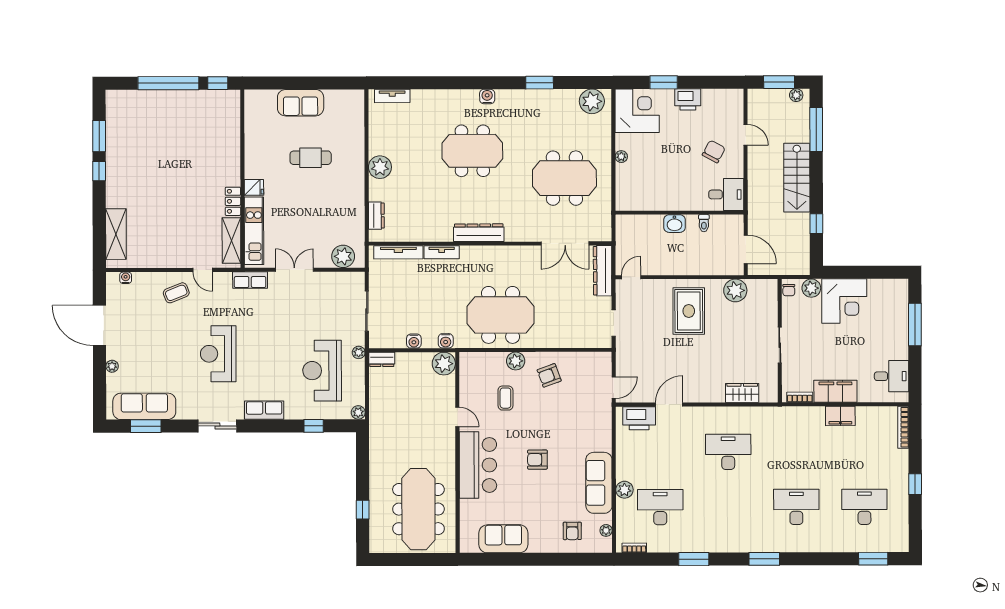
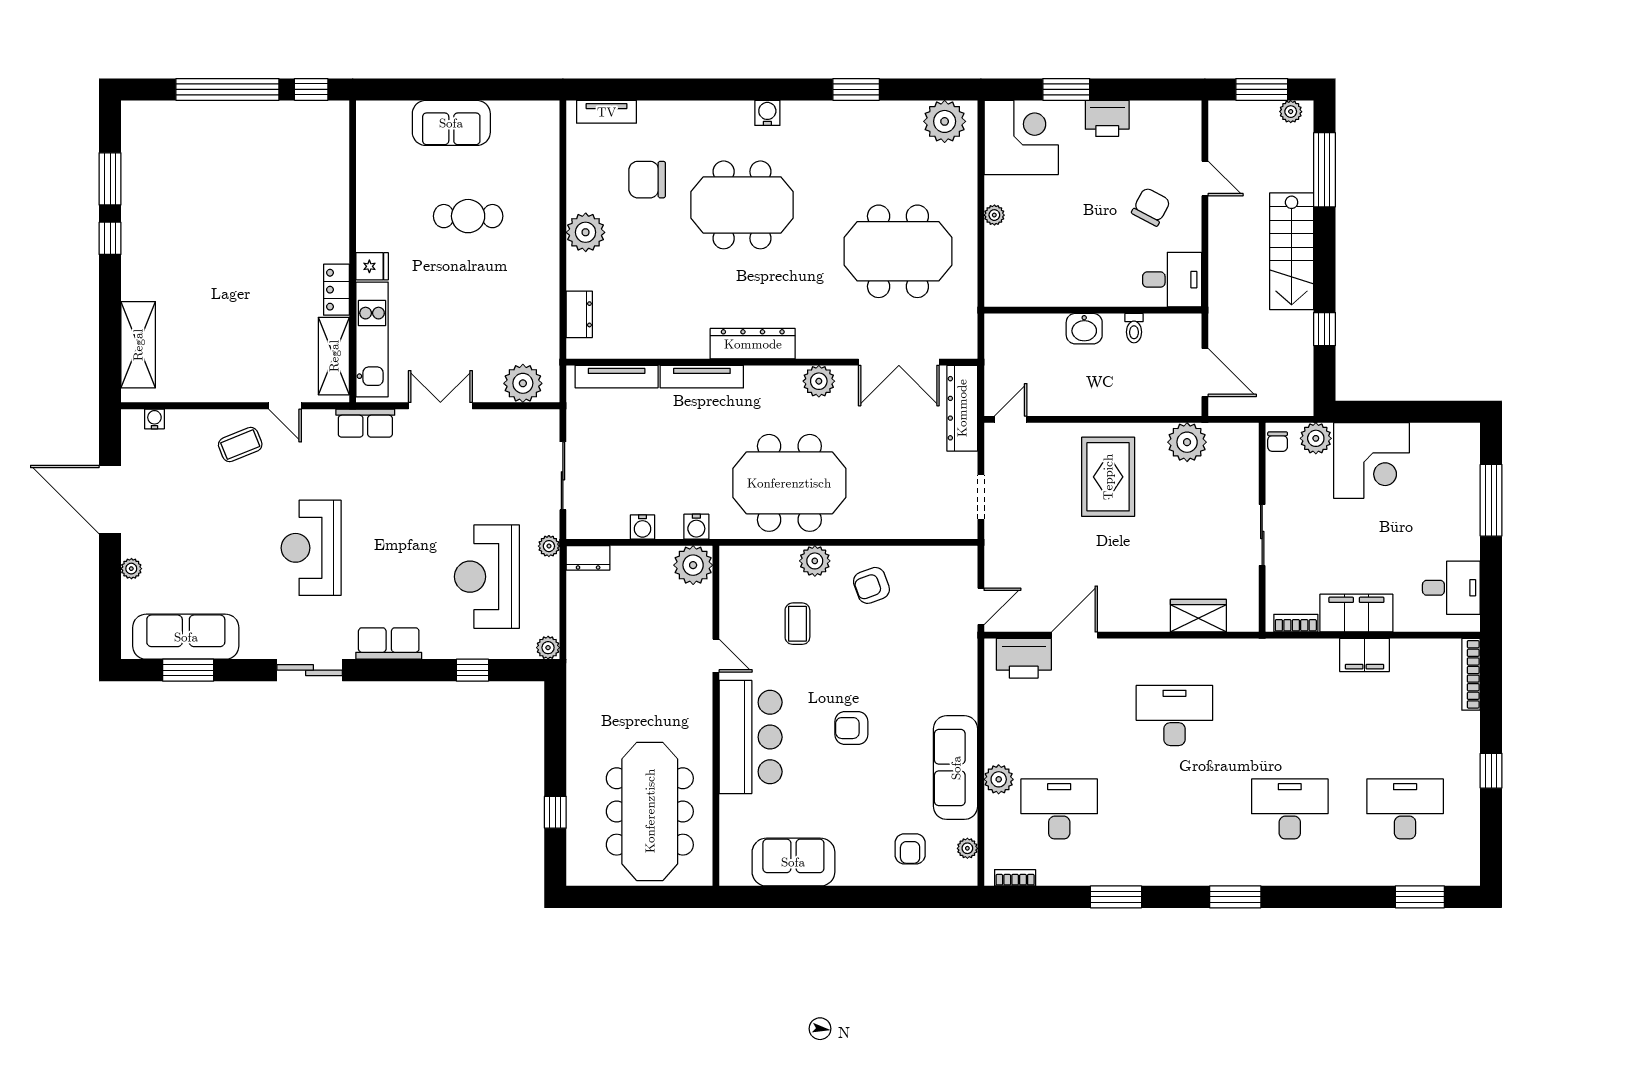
chair: (416, 136) -> (647, 180), added
tv unit: (442, 252) -> (702, 377), width x1.41
plant: (518, 255) -> (819, 381), added

